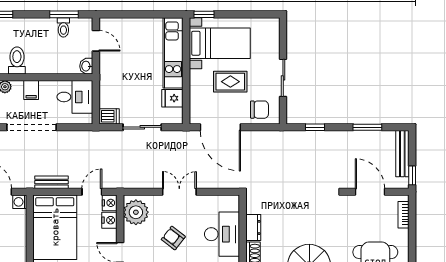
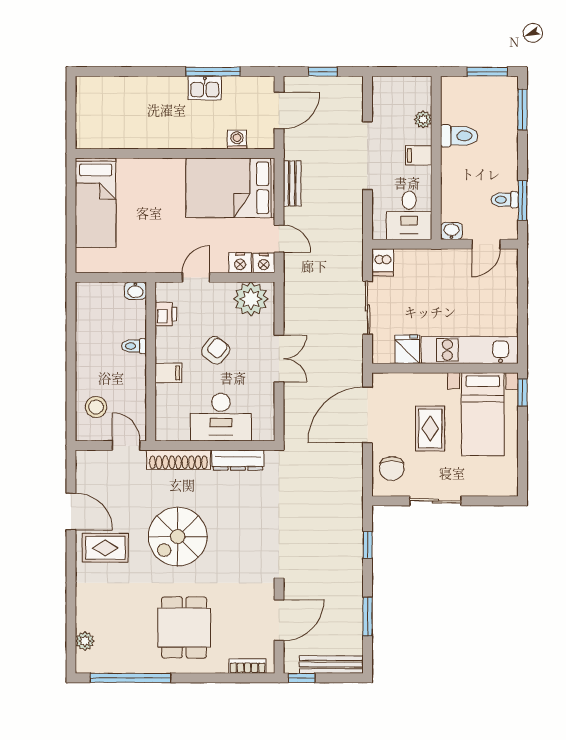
washing machine: (20, 202) -> (237, 140), moved
dresser: (253, 227) -> (238, 460), width x1.44

